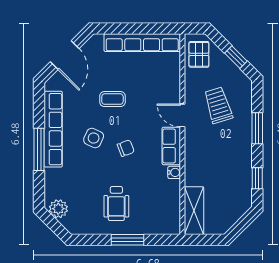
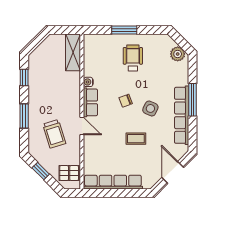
pallet: (199, 54) -> (69, 173), turned 90

